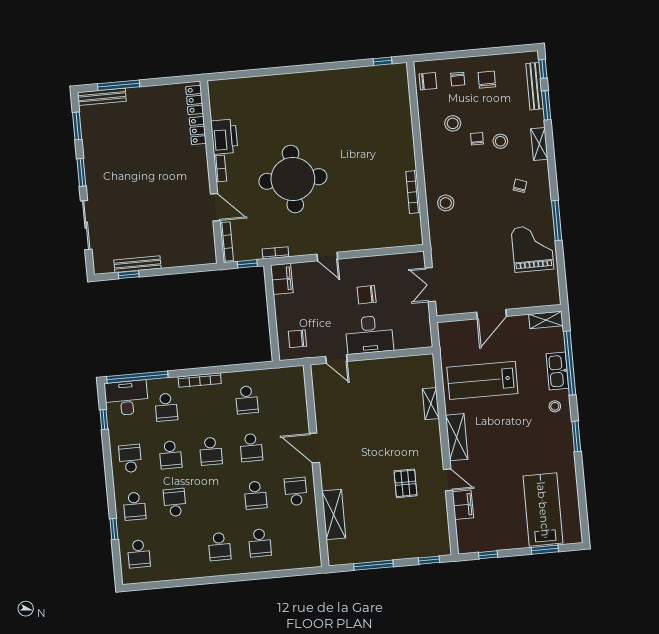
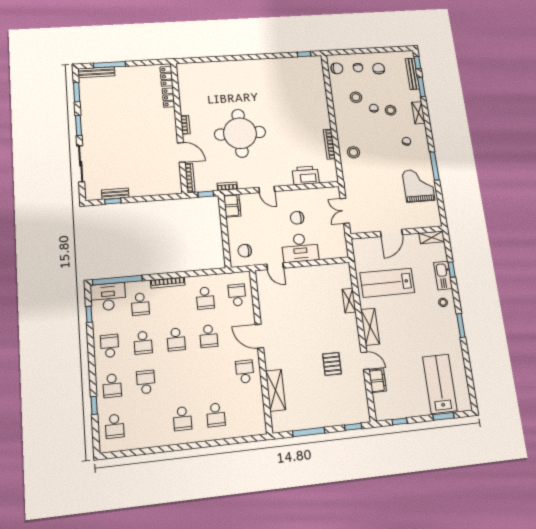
printer: (224, 137) -> (306, 175), moved, turned -90
bench: (137, 264) -> (115, 194), width x0.73
window: (570, 363) -> (452, 270), width x0.32
school desk: (255, 495) -> (237, 295), moved, turned 180

